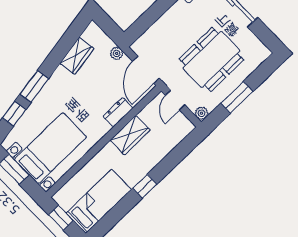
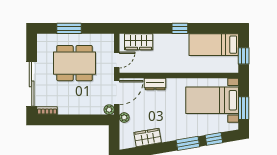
window: (237, 97) -> (69, 28), moved
plant: (201, 113) -> (109, 110), moved
wardrobe: (130, 135) -> (139, 42), moved, turned 180

